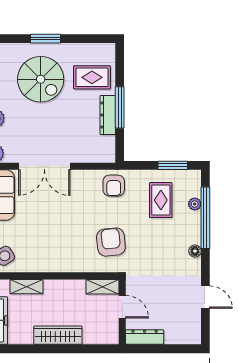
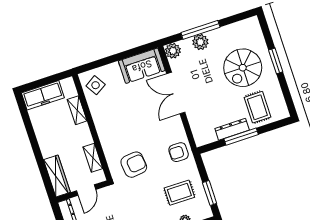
shelving: (102, 287) -> (93, 158), moved
wardrobe: (58, 335) -> (57, 176), moved

